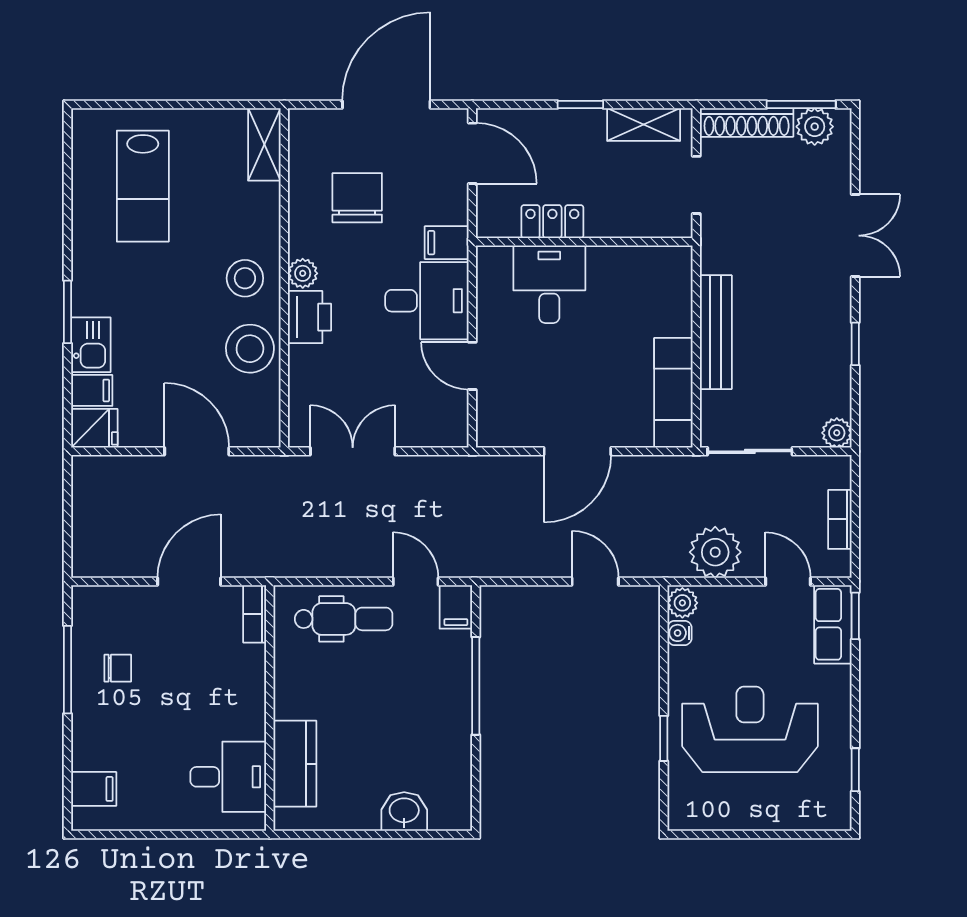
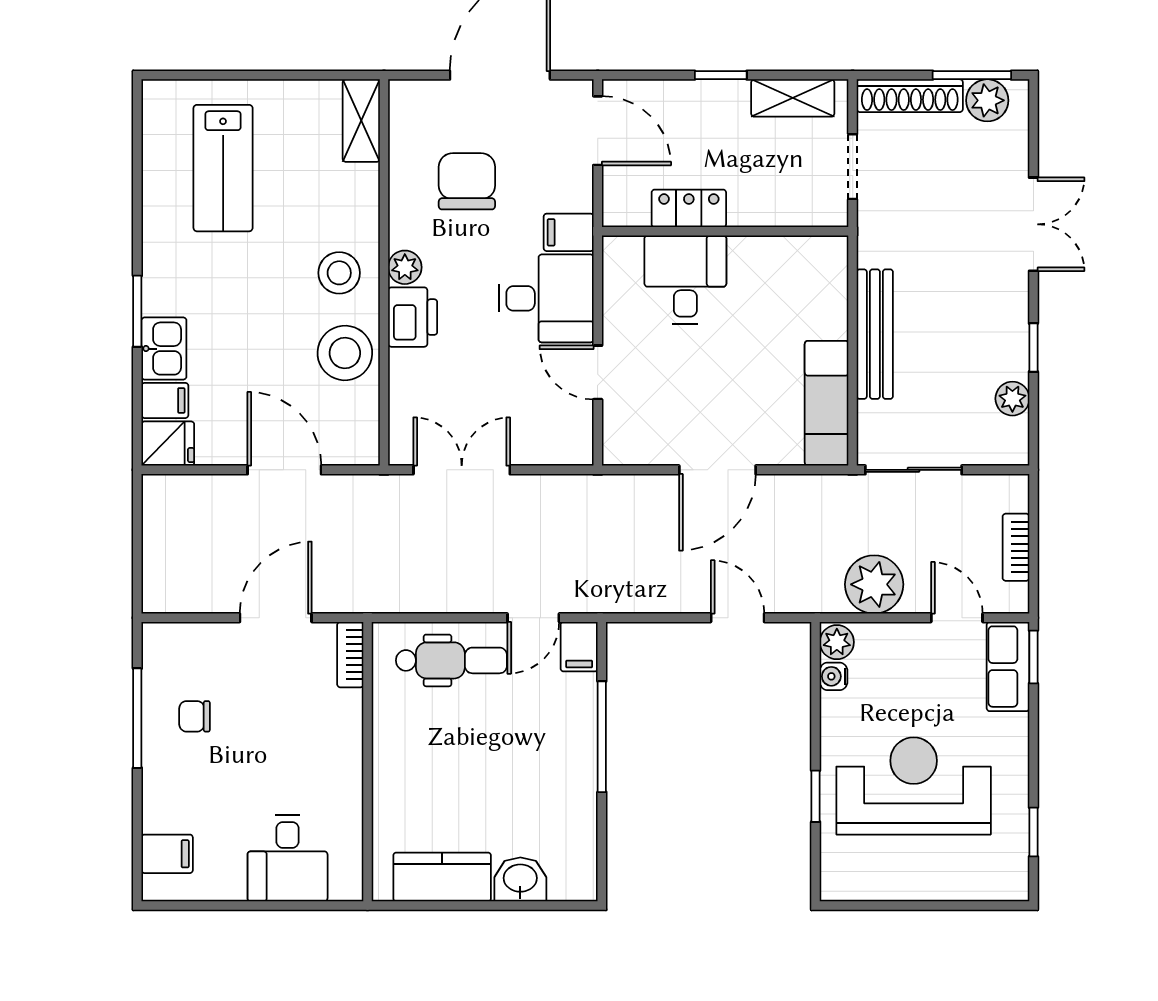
plant: (837, 433) -> (1012, 399), moved
door: (416, 581) -> (533, 618), swing flipped
chair: (118, 668) -> (195, 716), turned 180
kitchen counter: (295, 764) -> (442, 877), moved, turned -90
desk: (228, 777) -> (288, 858), moved, turned 90

